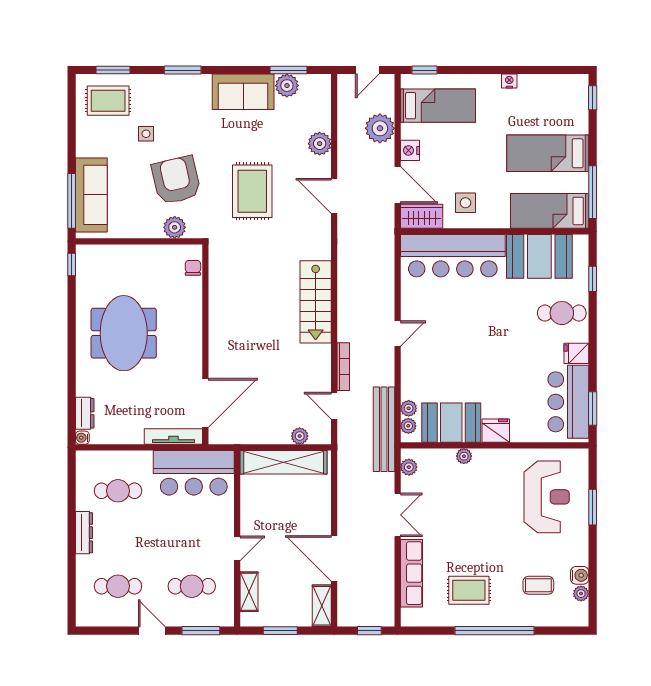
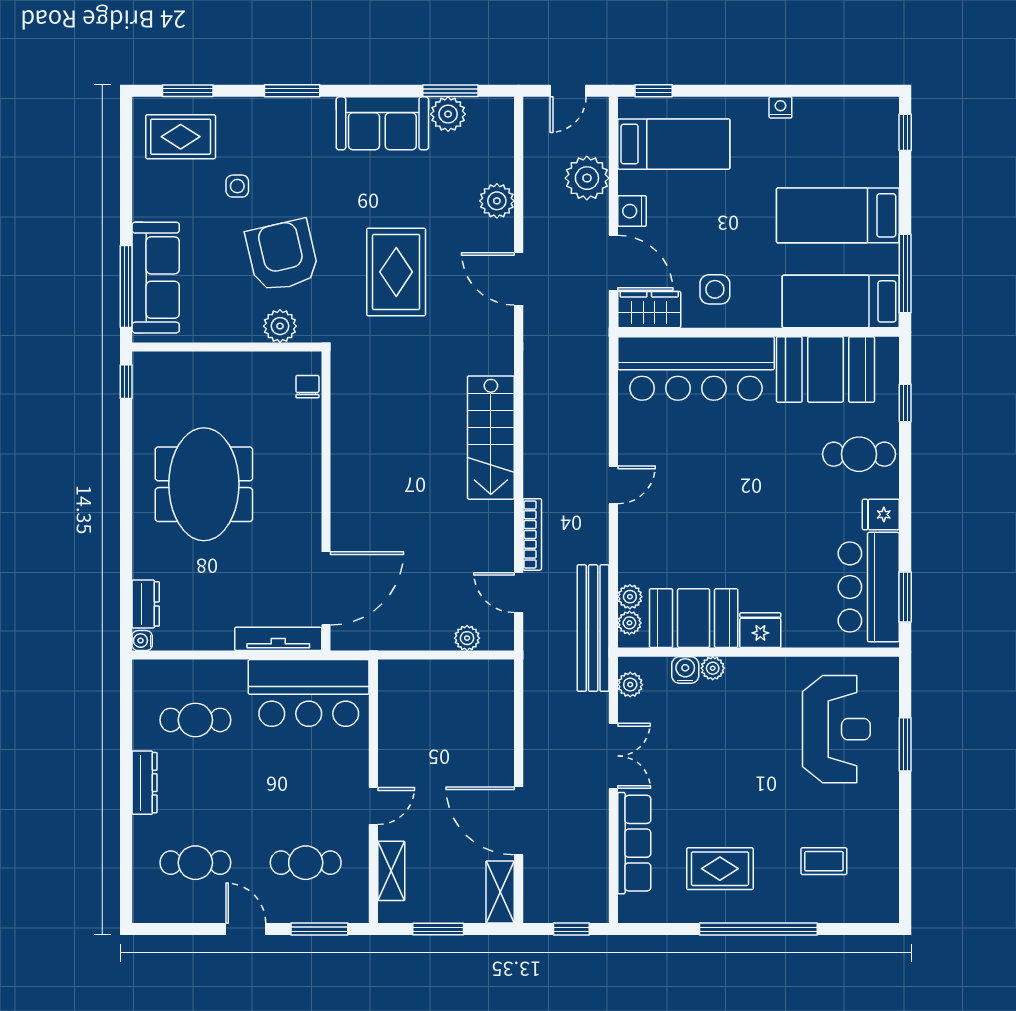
shelving: (284, 462) -> (443, 677), removed
water cooler: (580, 575) -> (685, 670), moved, turned -90
plant: (581, 594) -> (888, 874), removed

